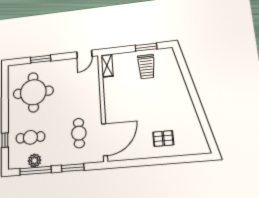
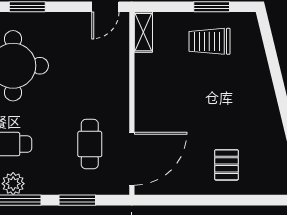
trolley: (146, 67) -> (209, 41), turned 90
pallet: (163, 138) -> (227, 165), turned 90

